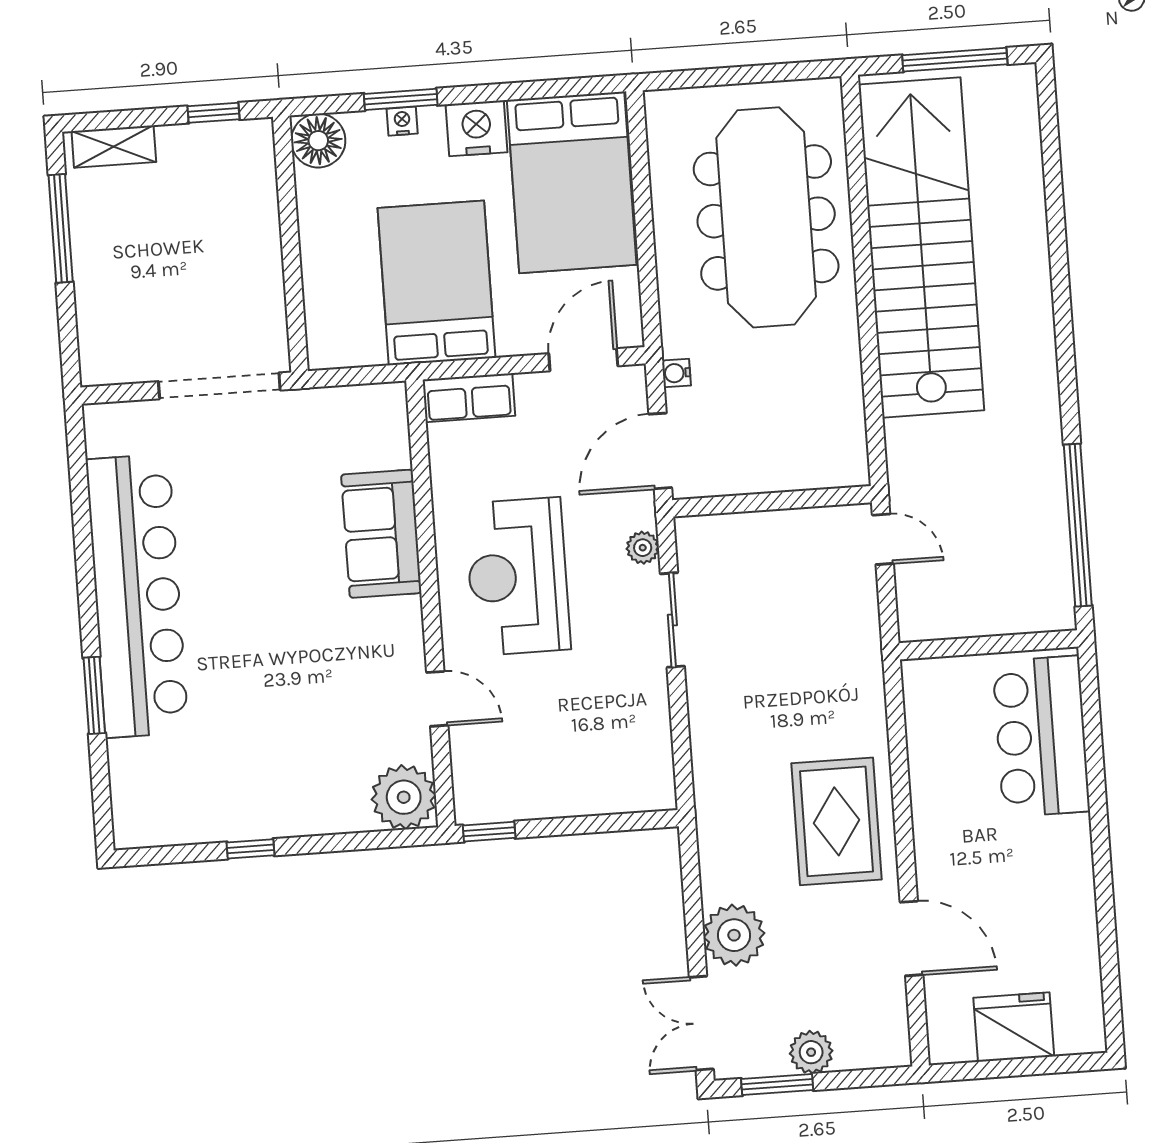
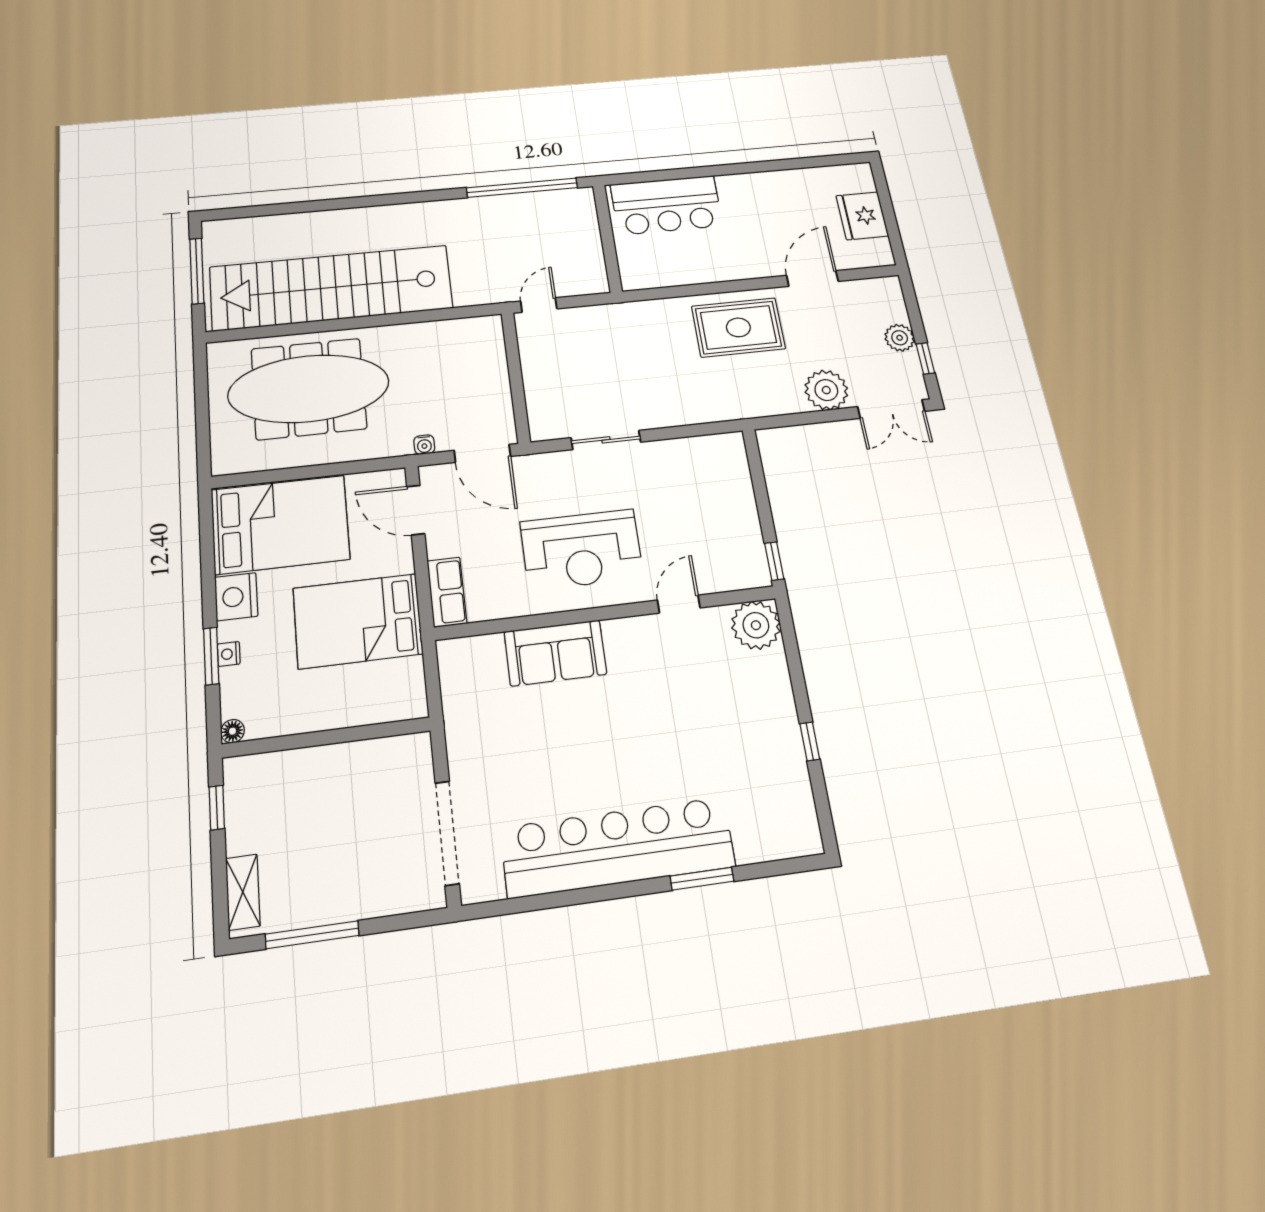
floor lamp: (318, 141) -> (233, 731), width x0.53, depth x0.53
doorway: (219, 386) -> (447, 833), moved
plant: (643, 548) -> (554, 462), removed
window: (777, 1084) -> (925, 358), width x0.67

